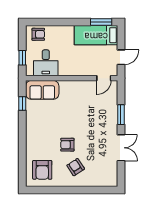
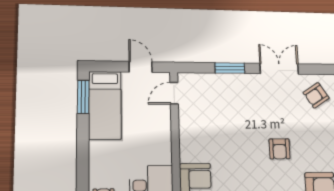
door: (104, 78) -> (174, 93), swing flipped
armchair: (76, 167) -> (316, 95), moved

